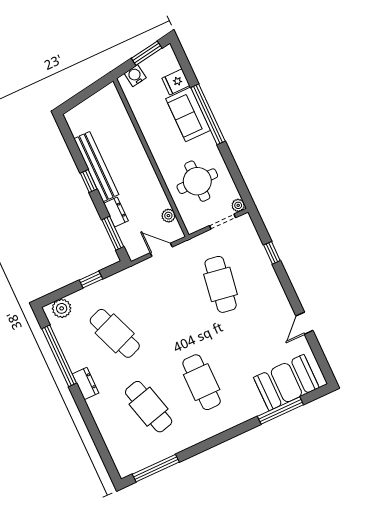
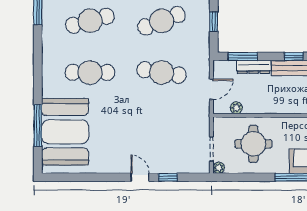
dresser: (116, 212) -> (254, 67), width x1.44
cafe table: (221, 284) -> (162, 72), moved
door: (304, 323) -> (140, 177), moved
booth: (286, 383) -> (65, 132), width x1.36, depth x1.42

